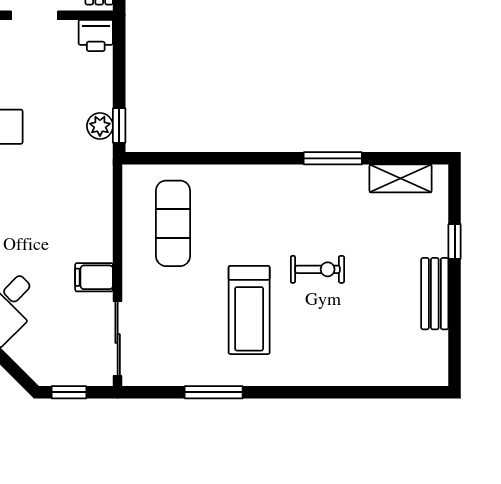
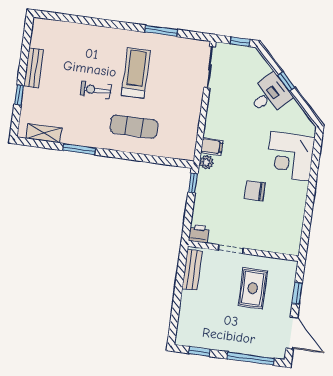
plant: (100, 126) -> (206, 162), moved
exercise mat: (173, 223) -> (134, 127), moved, turned 90
filing cabinet: (94, 277) -> (212, 147), moved

